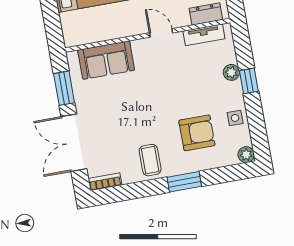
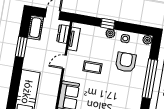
plant: (231, 72) -> (110, 33), moved
coffee table: (150, 160) -> (92, 67), moved
window: (184, 182) -> (150, 79), width x2.11

